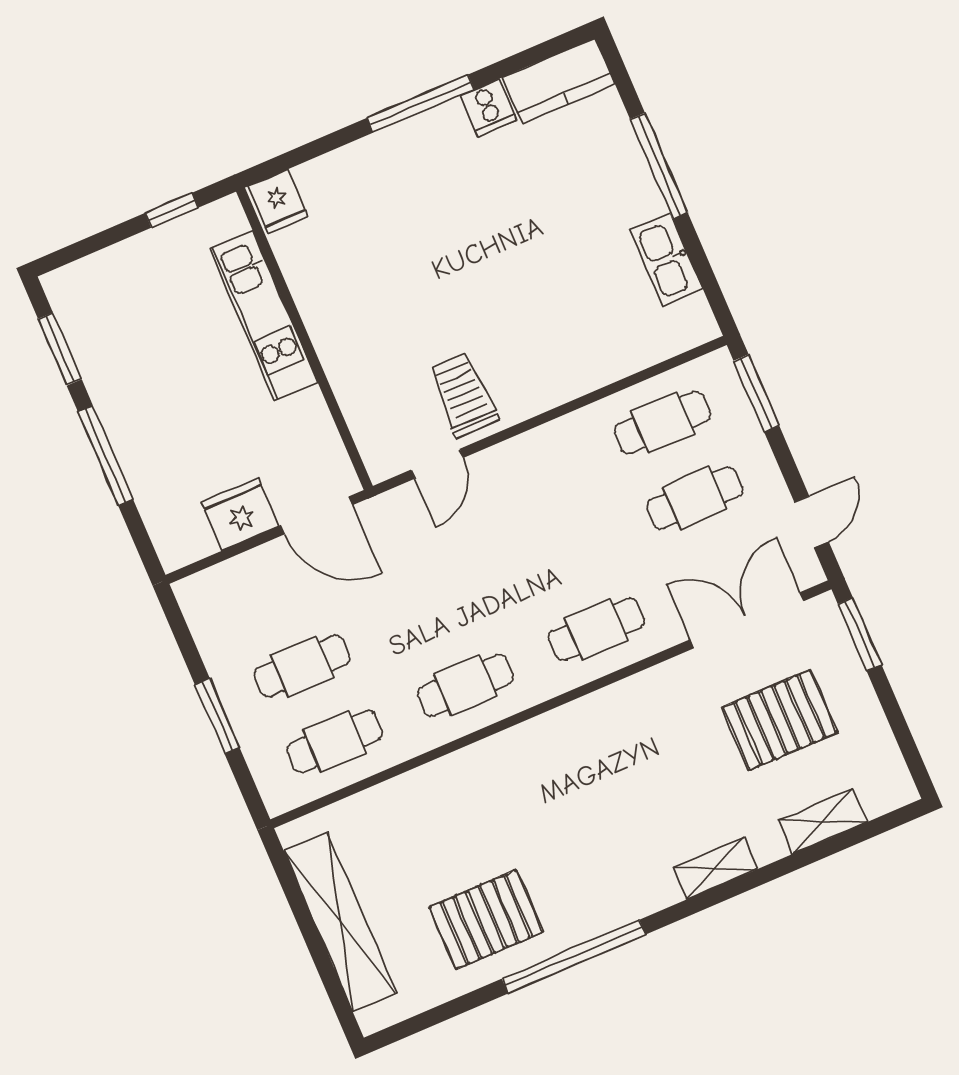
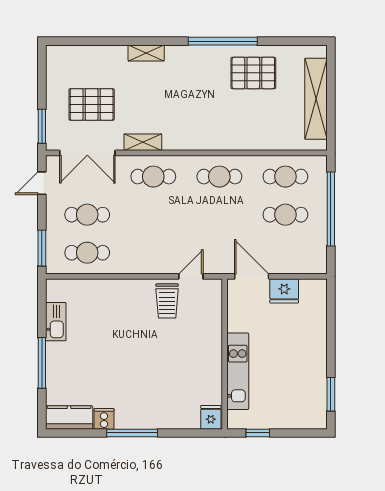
window: (105, 456) -> (331, 340), removed
window: (217, 716) -> (331, 209), width x2.11
shelving: (823, 821) -> (143, 142), moved

